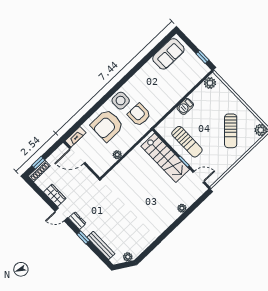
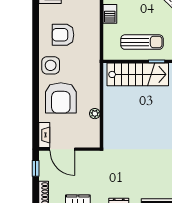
armchair: (139, 115) -> (63, 35), moved
door: (77, 156) -> (62, 149), hinge flipped
window: (38, 163) -> (36, 168), moved

